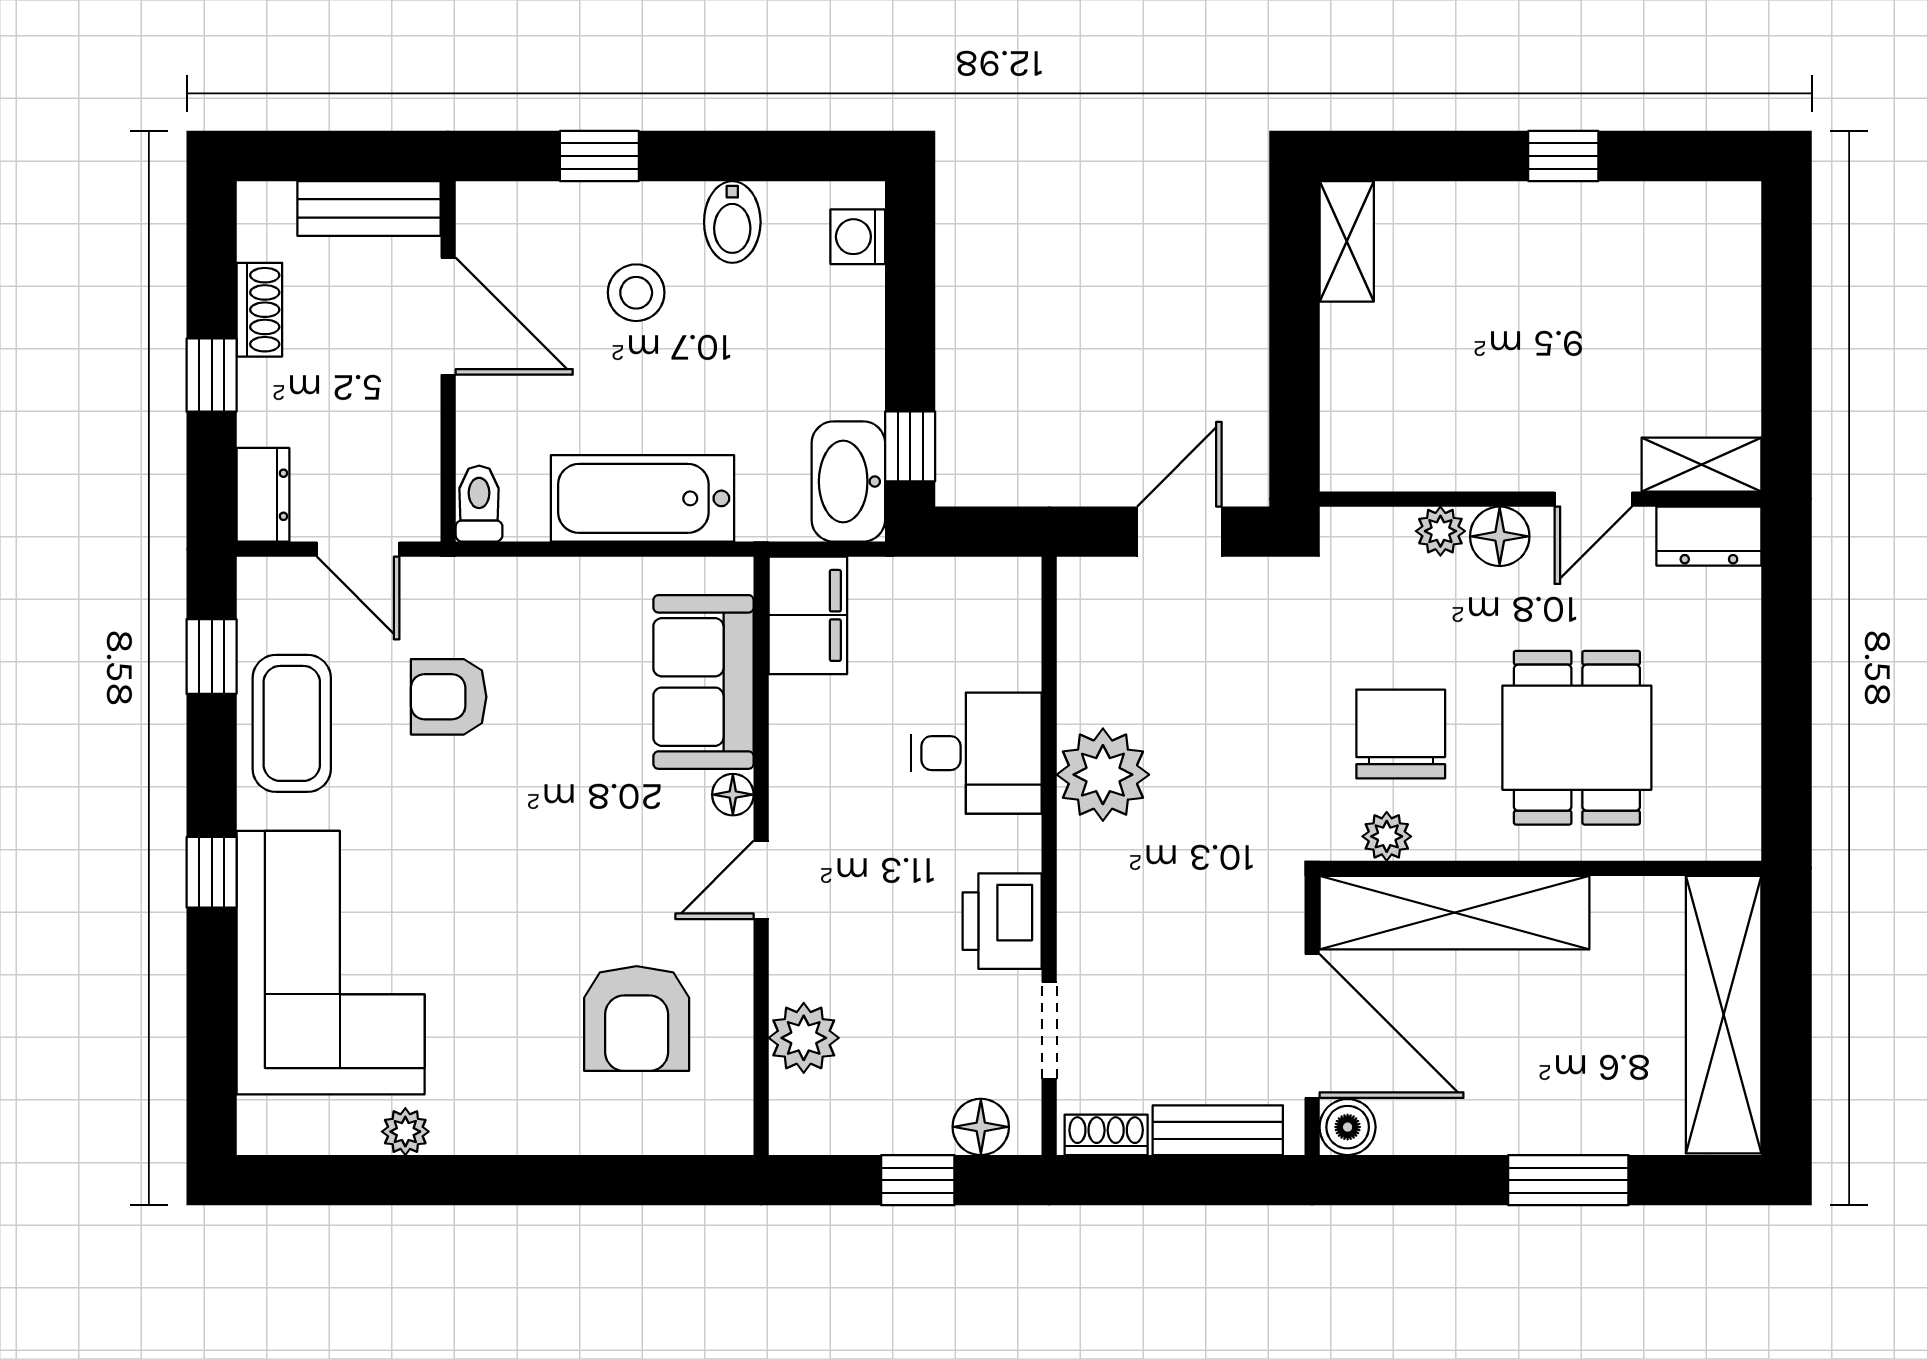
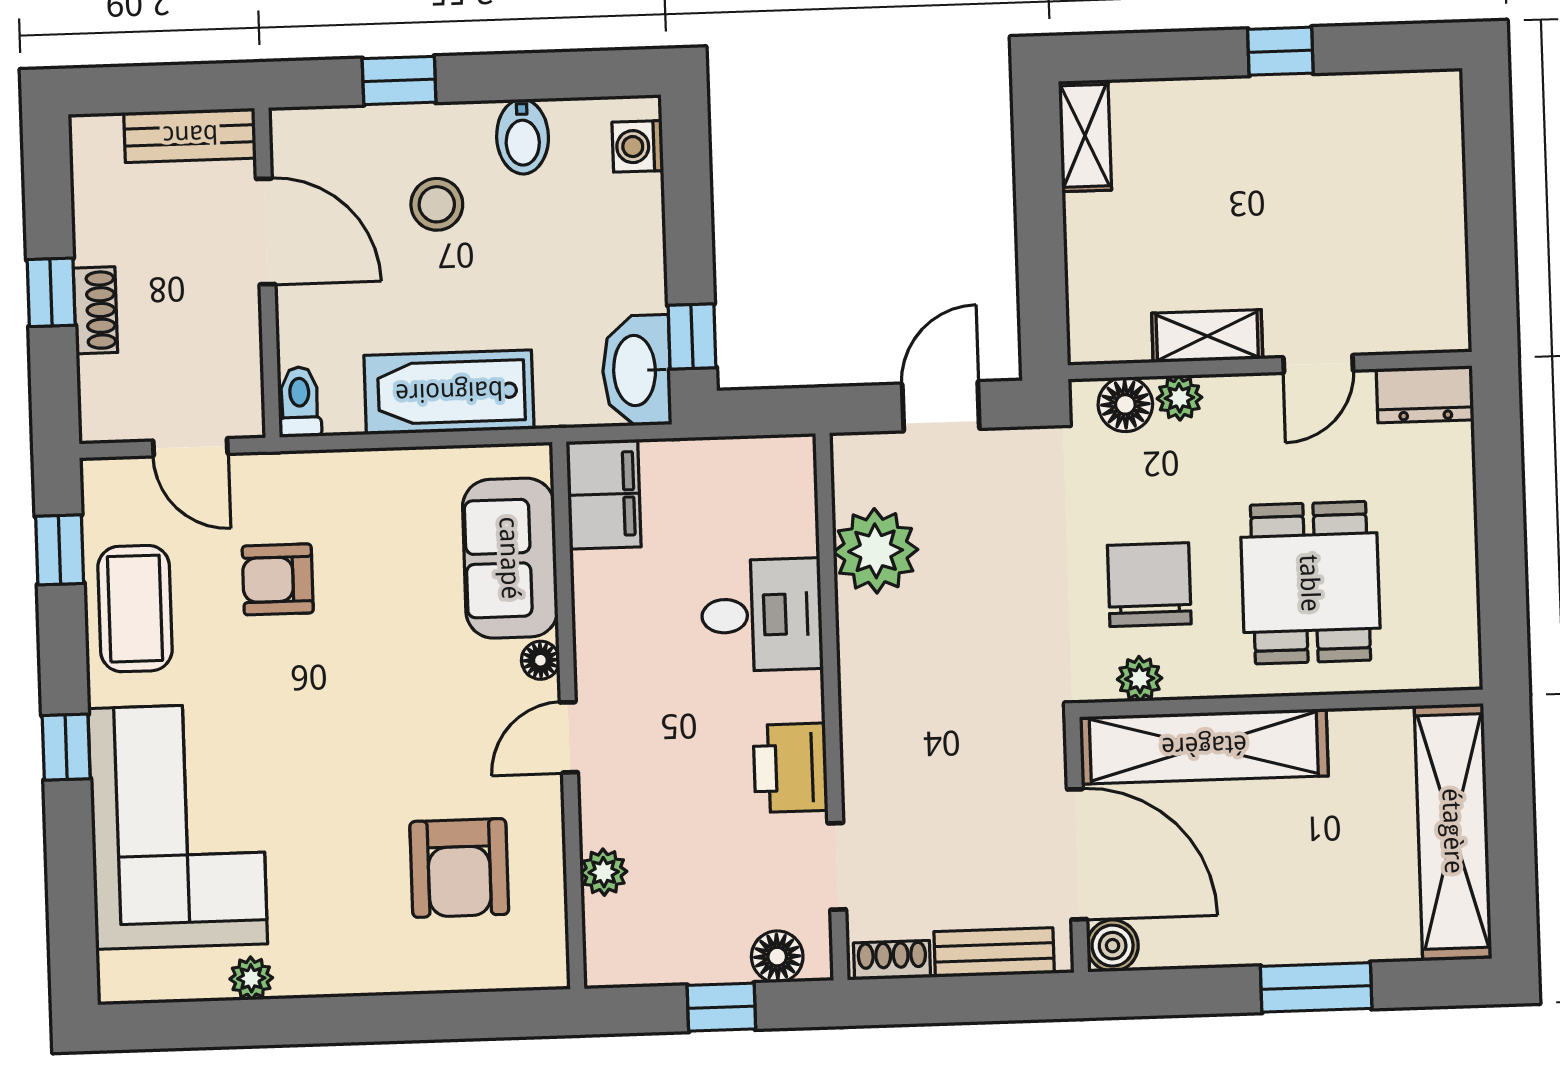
shoe rack: (259, 310) -> (95, 310), moved
shelving: (1702, 465) -> (1207, 336), moved
dresser: (263, 495) -> (102, 400), removed
floor lamp: (1500, 536) -> (1125, 404), moved
plant: (1103, 775) -> (876, 551), moved
plant: (804, 1038) -> (604, 872), width x0.73, depth x0.73

